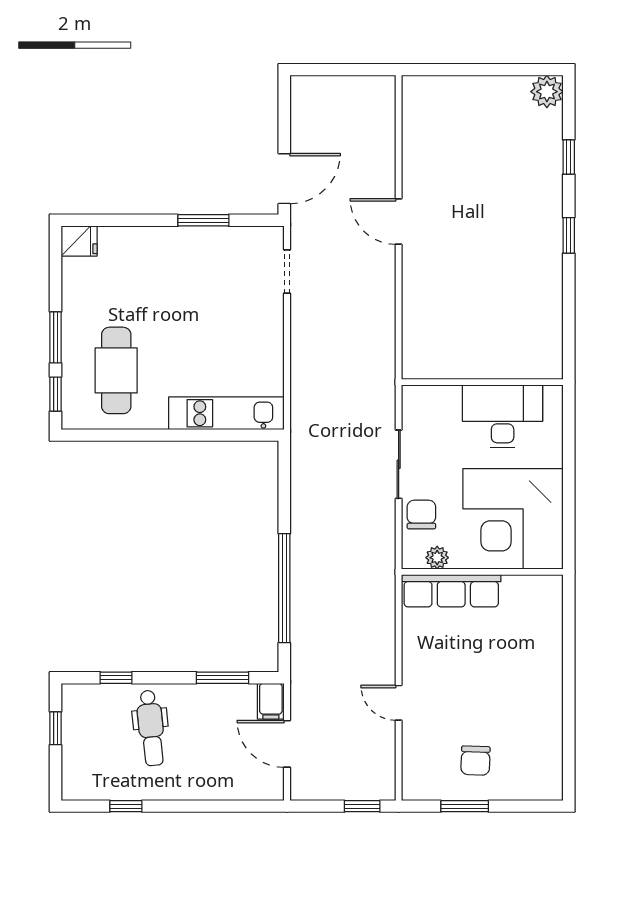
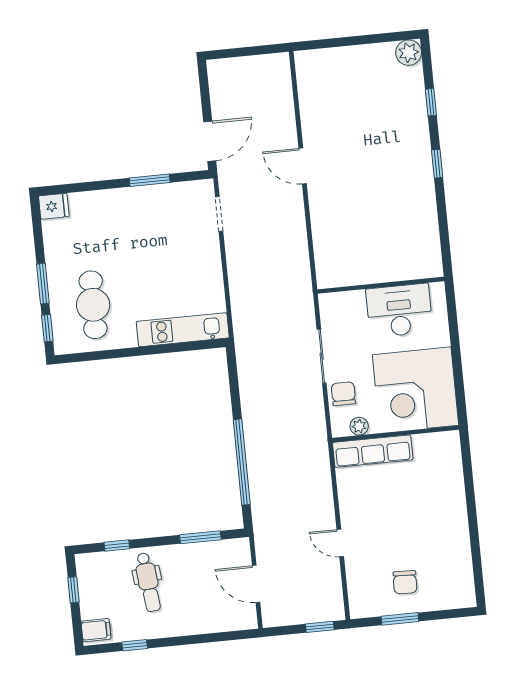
filing cabinet: (271, 701) -> (96, 630), moved, turned -90

